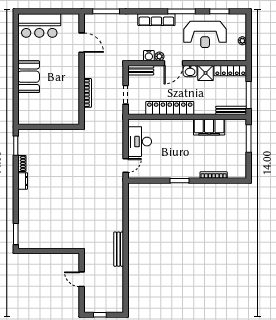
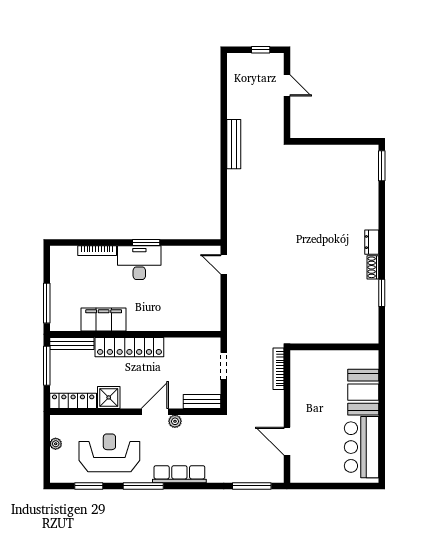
bar counter: (39, 25) -> (362, 447), moved, turned -90
water cooler: (149, 56) -> (190, 422), removed
washbasin: (190, 71) -> (131, 400), removed
locker: (170, 108) -> (129, 347), moved
wall: (49, 127) -> (334, 347), moved
desk: (140, 142) -> (139, 263), moved, turned -90
door: (126, 165) -> (224, 264), hinge flipped
door: (82, 279) -> (287, 86), moved

